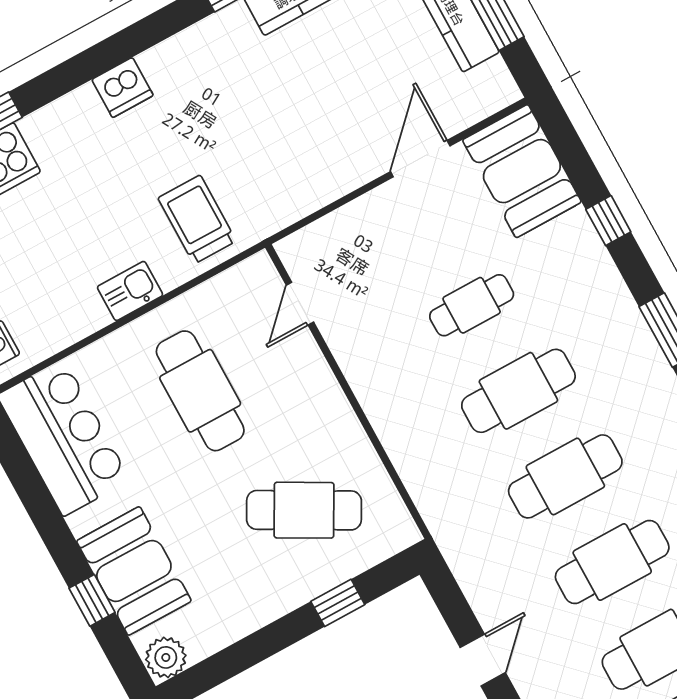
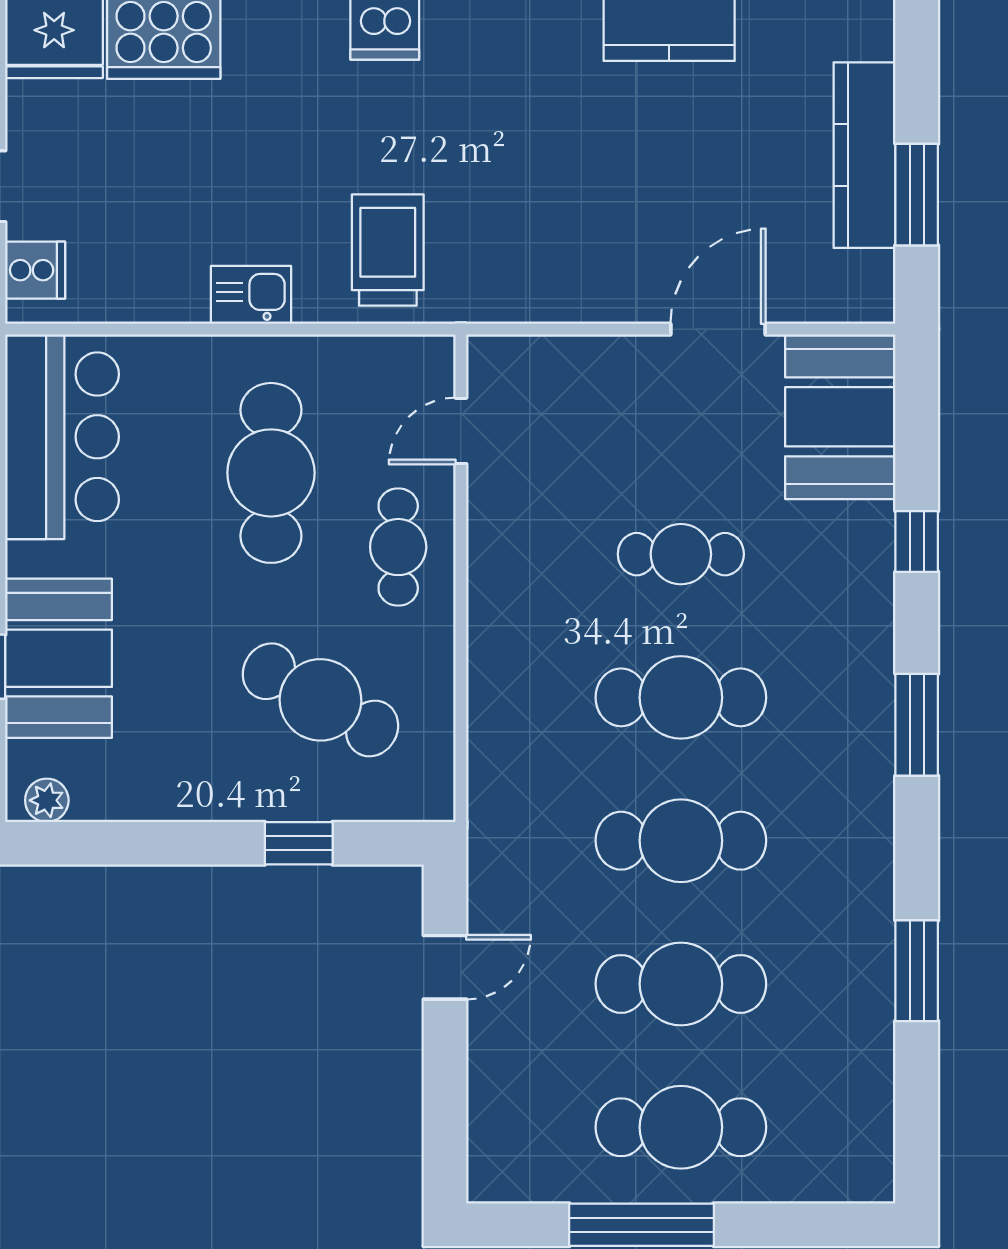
cafe table: (300, 393) -> (398, 547), added
plant: (166, 657) -> (47, 800), width x0.73, depth x0.73
door: (483, 660) -> (445, 967), moved

